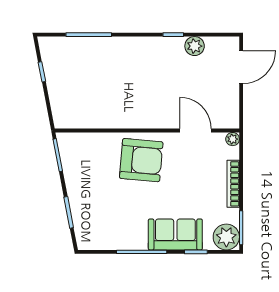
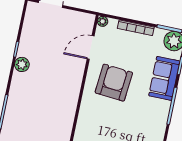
plant: (195, 46) -> (22, 64), moved
armchair: (141, 160) -> (114, 83), moved

